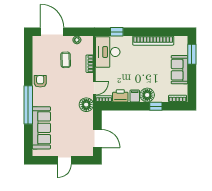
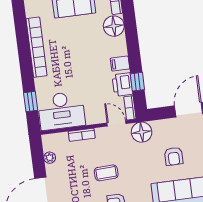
coffee table: (66, 60) -> (106, 173), moved
floor lamp: (147, 95) -> (114, 26), moved
window: (156, 106) -> (137, 82), moved
armchair: (67, 124) -> (174, 156), added

